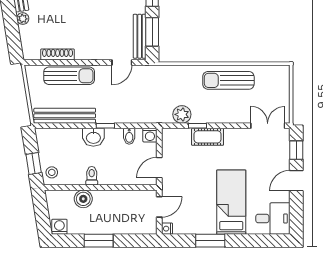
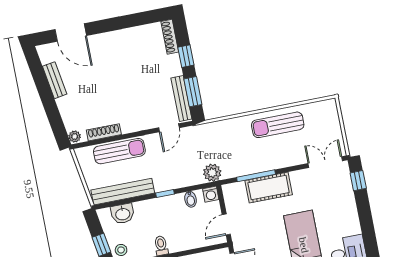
plant: (23, 19) -> (75, 136), moved
plant: (182, 114) -> (212, 173), moved
window: (198, 126) -> (256, 176), width x2.17
washbasin: (93, 137) -> (123, 214), moved
cot: (208, 137) -> (269, 188), width x1.37, depth x1.34
door: (296, 181) -> (364, 211), removed

